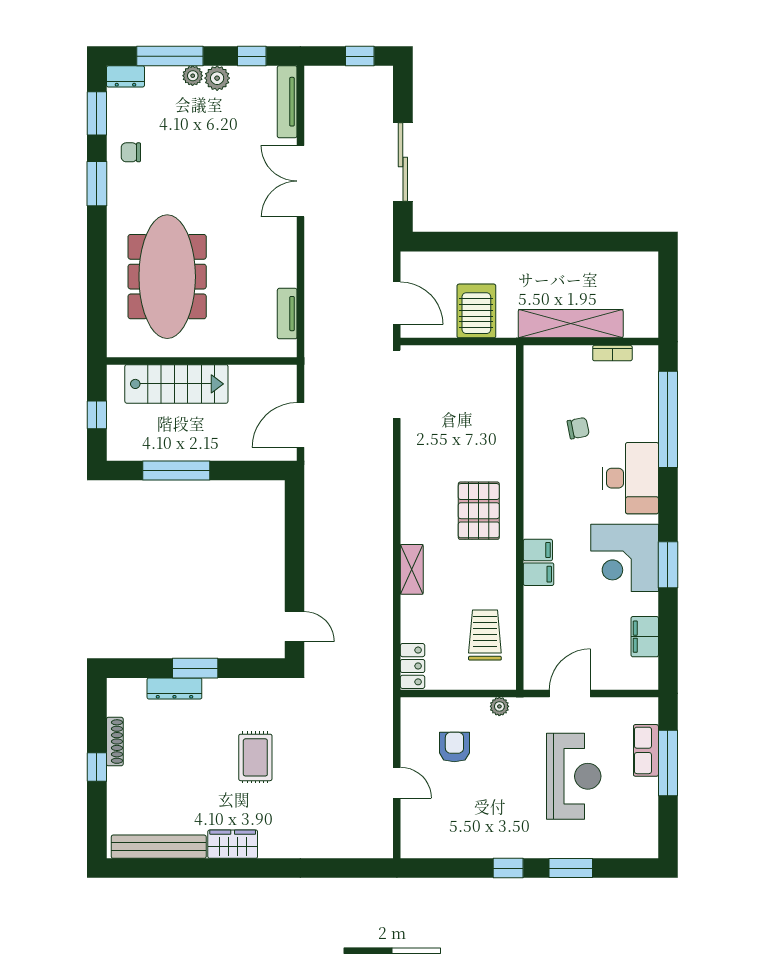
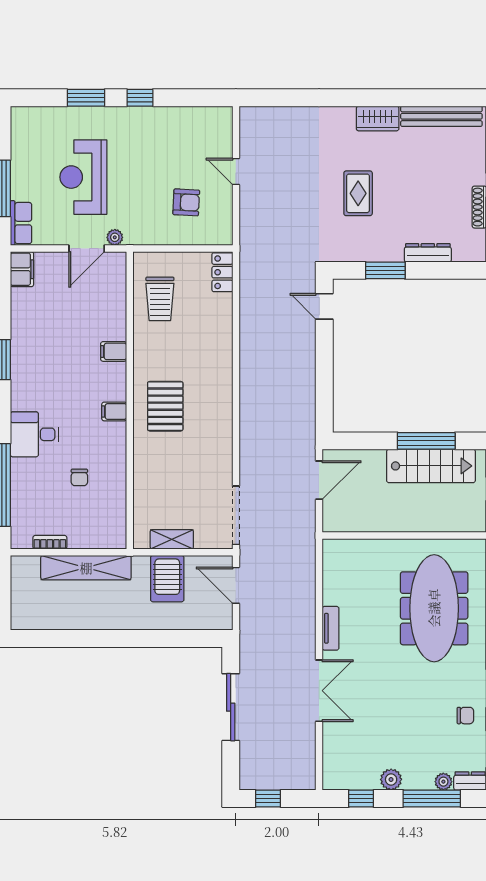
plant: (193, 76) -> (443, 782), moved
tv unit: (287, 102) -> (331, 759), removed
tv unit: (287, 314) -> (331, 628), moved
stairs: (176, 384) -> (431, 466), moved, turned 180
chair: (578, 428) -> (79, 477), turned -79
desk: (630, 478) -> (35, 434), width x0.73
filing cabinet: (538, 550) -> (114, 411), moved
corner desk: (625, 558) -> (39, 366), removed
shelving: (412, 569) -> (172, 539), moved, turned 90
filing cabinet: (645, 637) -> (22, 269), moved
window: (195, 668) -> (385, 270), moved
plant: (499, 706) -> (115, 237), moved
armchair: (454, 747) -> (186, 202), turned -87
row of seats: (646, 750) -> (21, 223), moved

